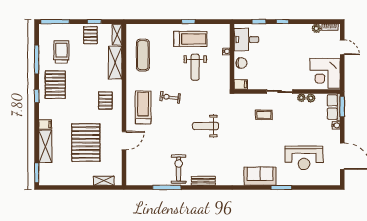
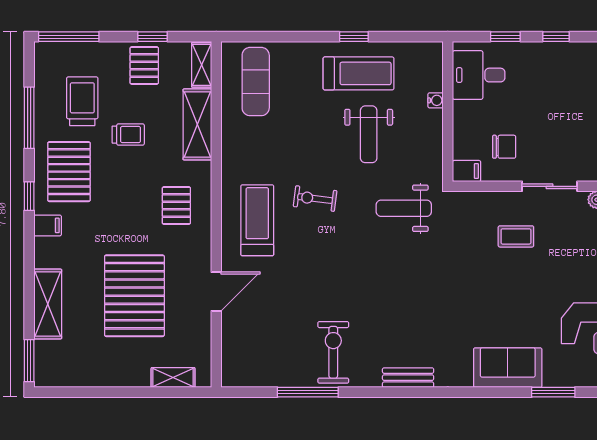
exercise mat: (143, 55) -> (256, 82), moved
chair: (241, 63) -> (504, 147), moved
trolley: (83, 67) -> (128, 135), added
filing cabinet: (45, 124) -> (48, 225), moved
weight bench: (206, 126) -> (404, 208), moved
bench: (203, 181) -> (408, 378), moved

